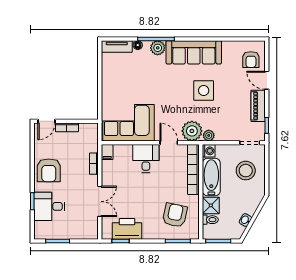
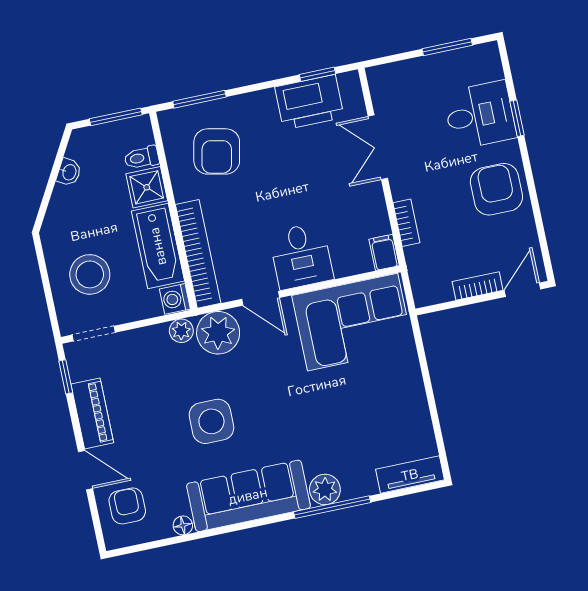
floor lamp: (138, 45) -> (183, 525), moved

